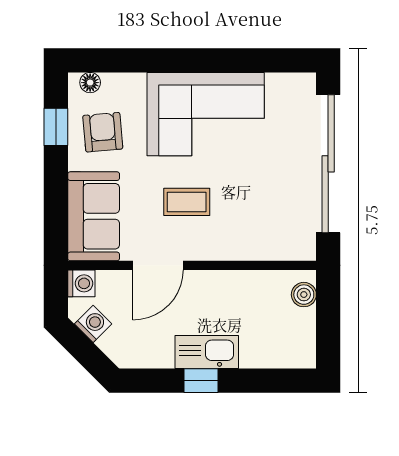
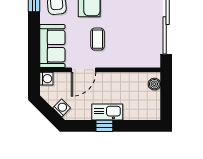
coffee table: (187, 202) -> (98, 39), turned 90
washing machine: (93, 324) -> (62, 108), moved

